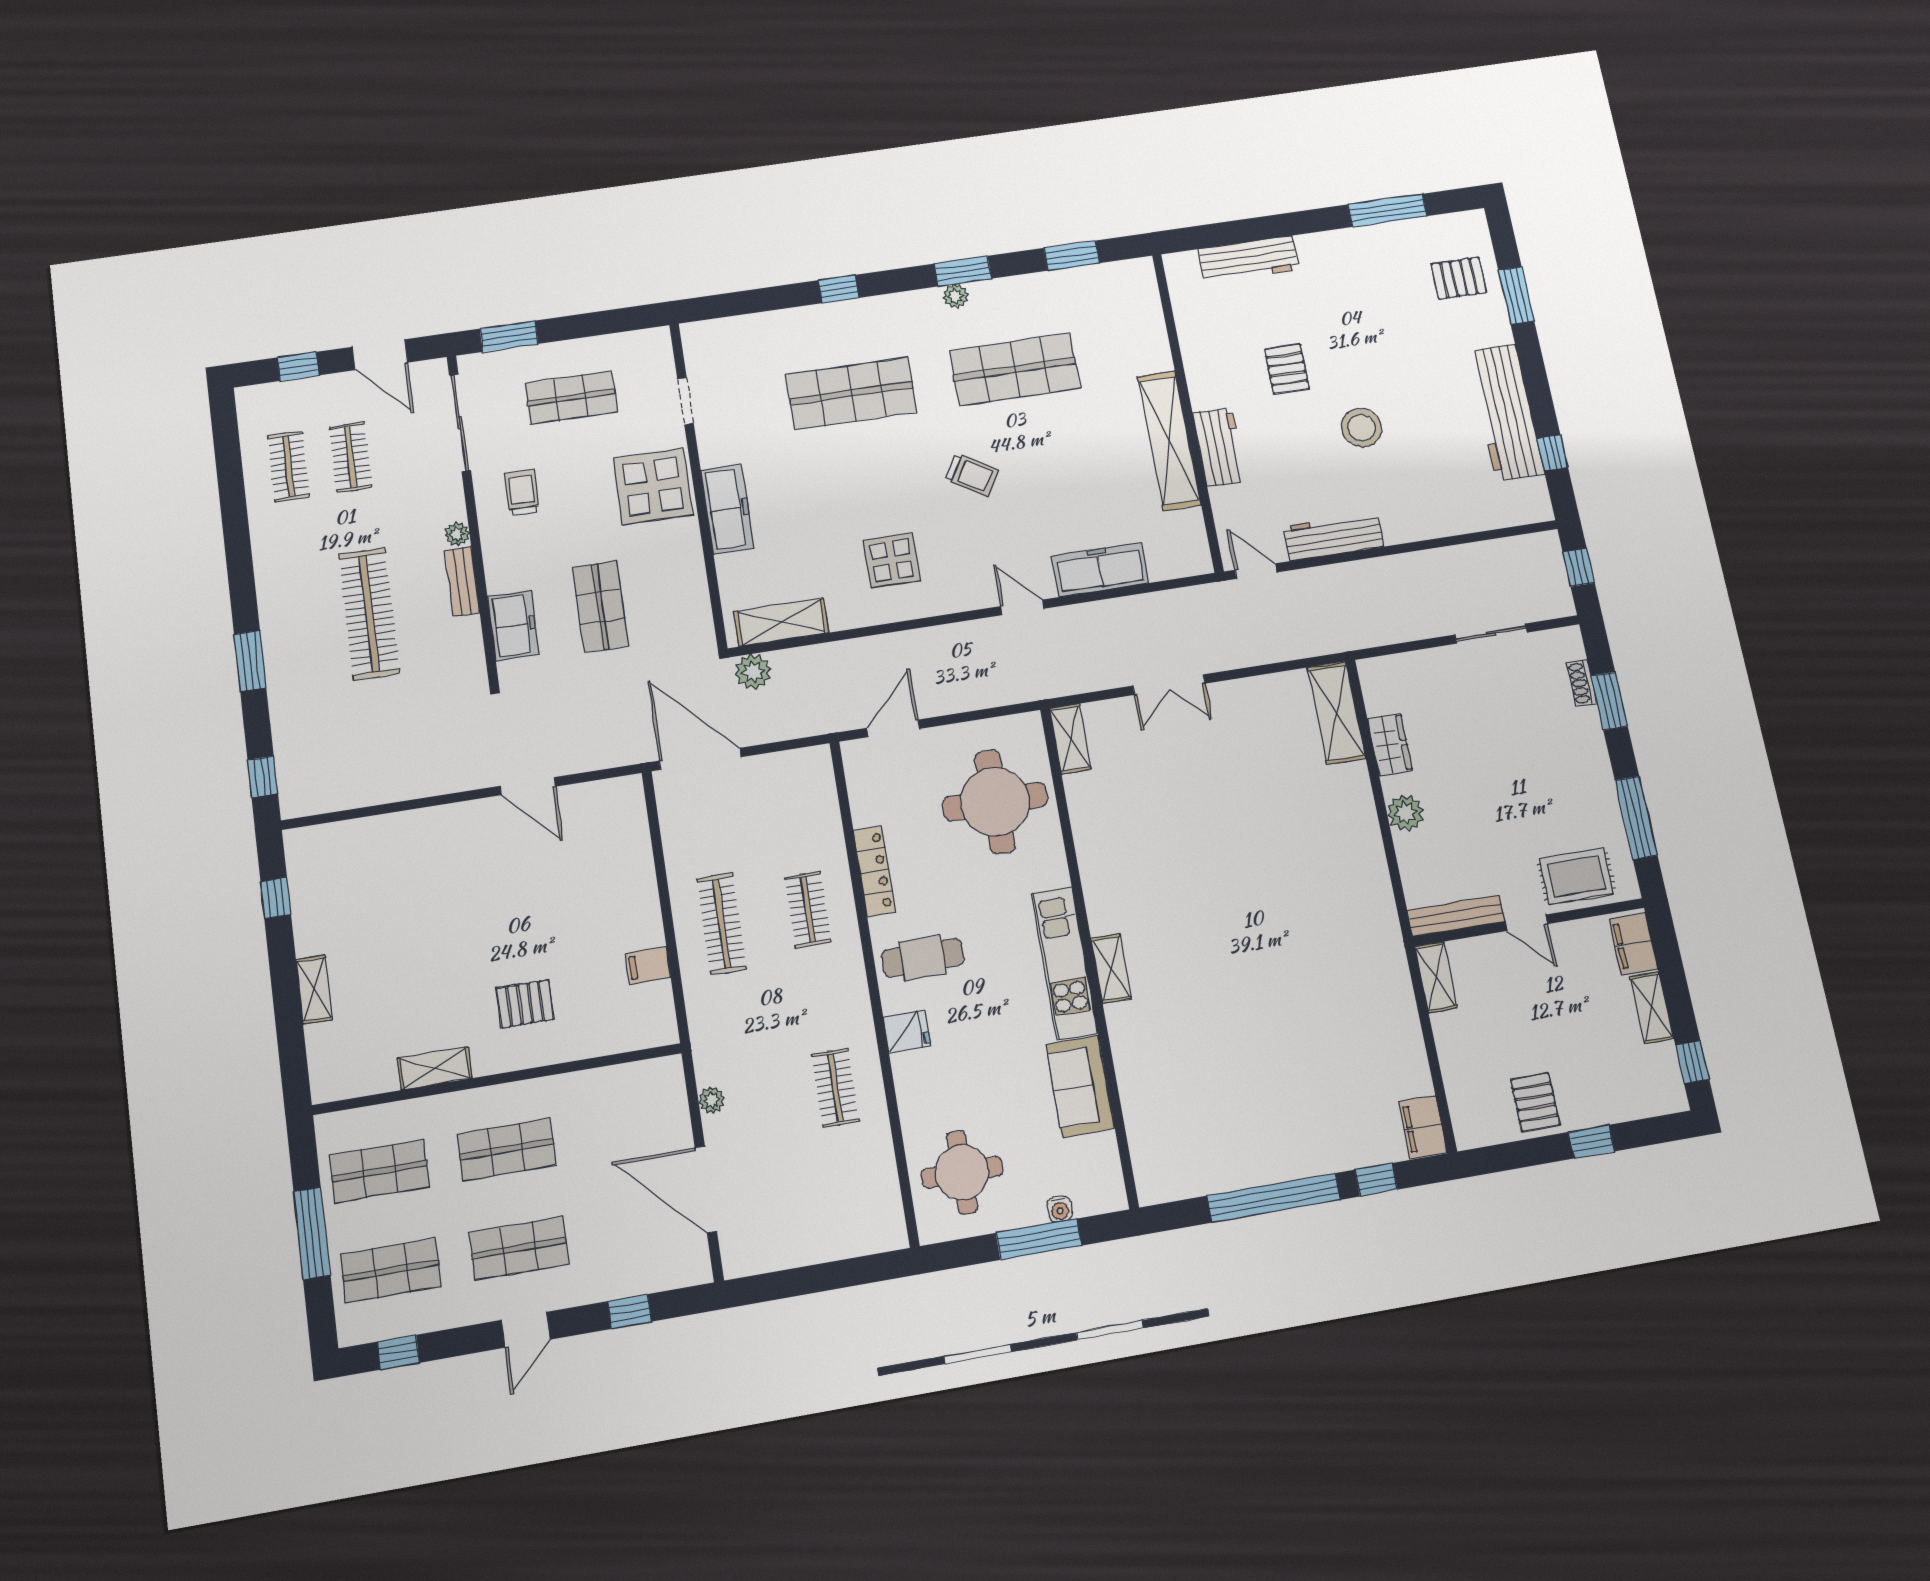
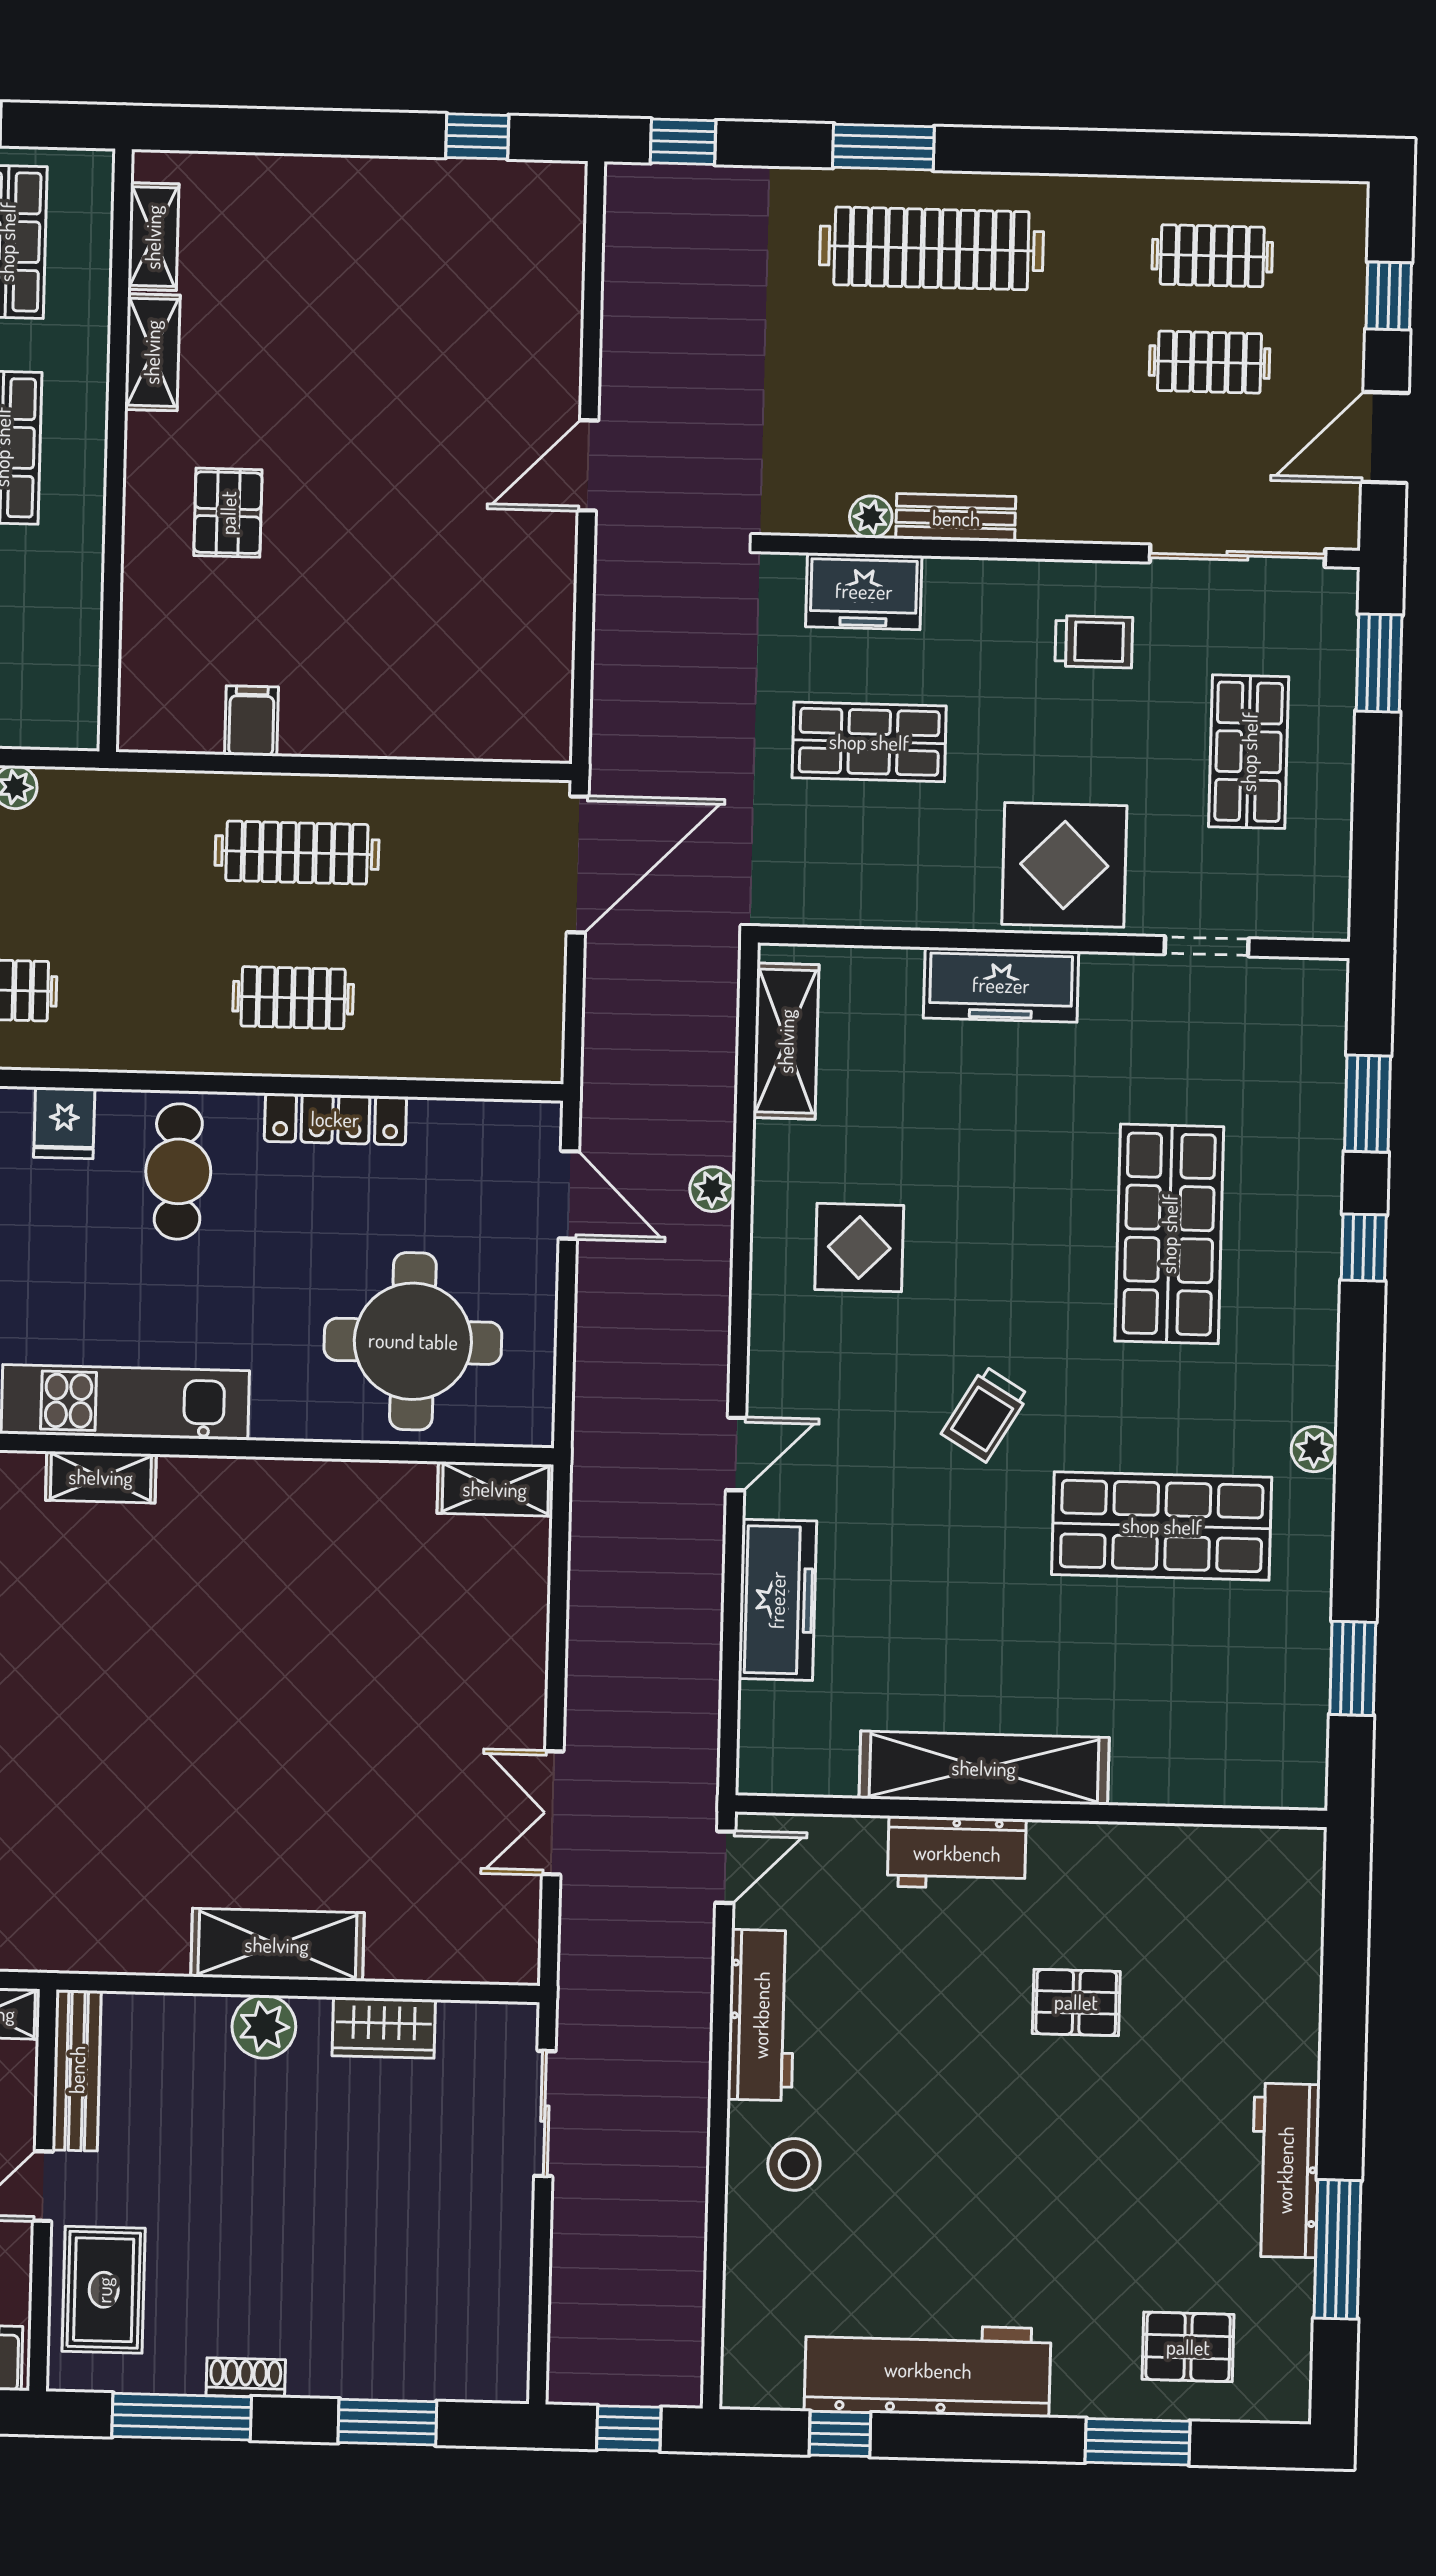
workbench: (1248, 259) -> (1285, 2170), moved
window: (963, 271) -> (1367, 1104), moved
pallet: (1459, 278) -> (1188, 2347), turned 90
shop shelf: (1015, 369) -> (1162, 1526), turned 90
stool: (1362, 428) -> (794, 2164), moved, width x0.73, depth x0.73
plant: (457, 534) -> (871, 517), moved
clothes rail: (369, 614) -> (931, 248), moved
sliding door: (1491, 634) -> (545, 2114), moved
plant: (753, 672) -> (712, 1189), moved, width x0.73, depth x0.73
shoe rack: (1582, 683) -> (246, 2378), moved
double door: (1169, 685) -> (553, 1813), moved
shelving: (1336, 713) -> (277, 1945), moved
door: (528, 786) -> (588, 465), moved
shelving: (314, 989) -> (153, 237), moved, turned 90

